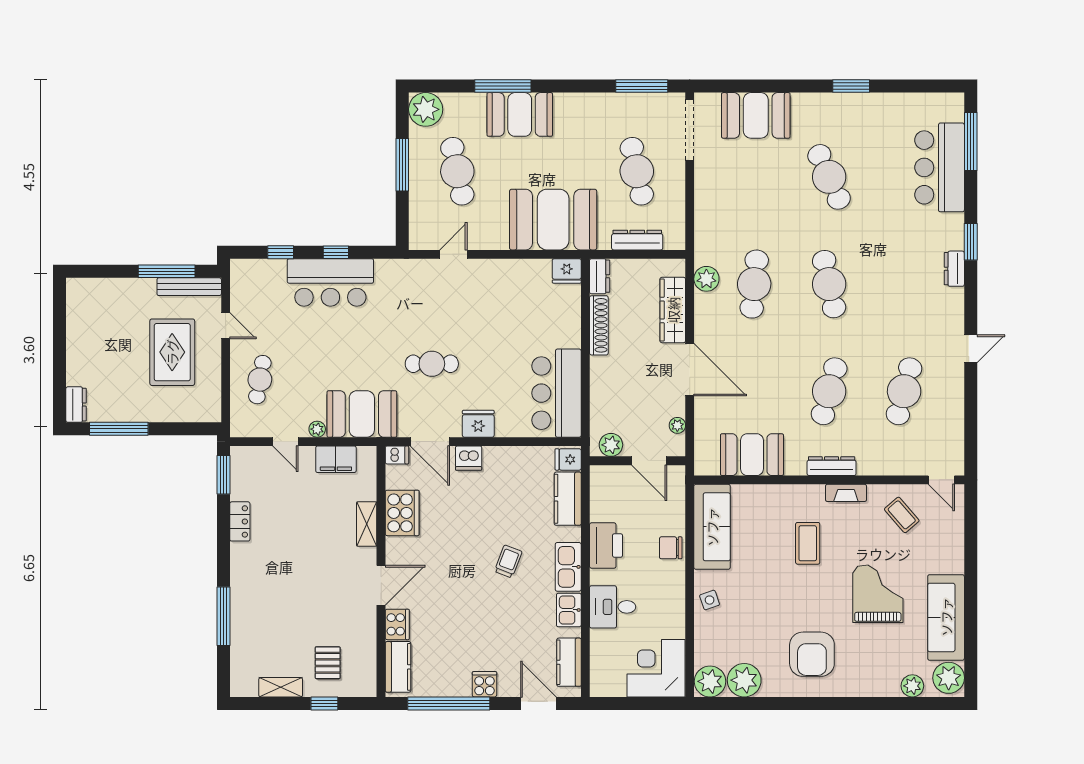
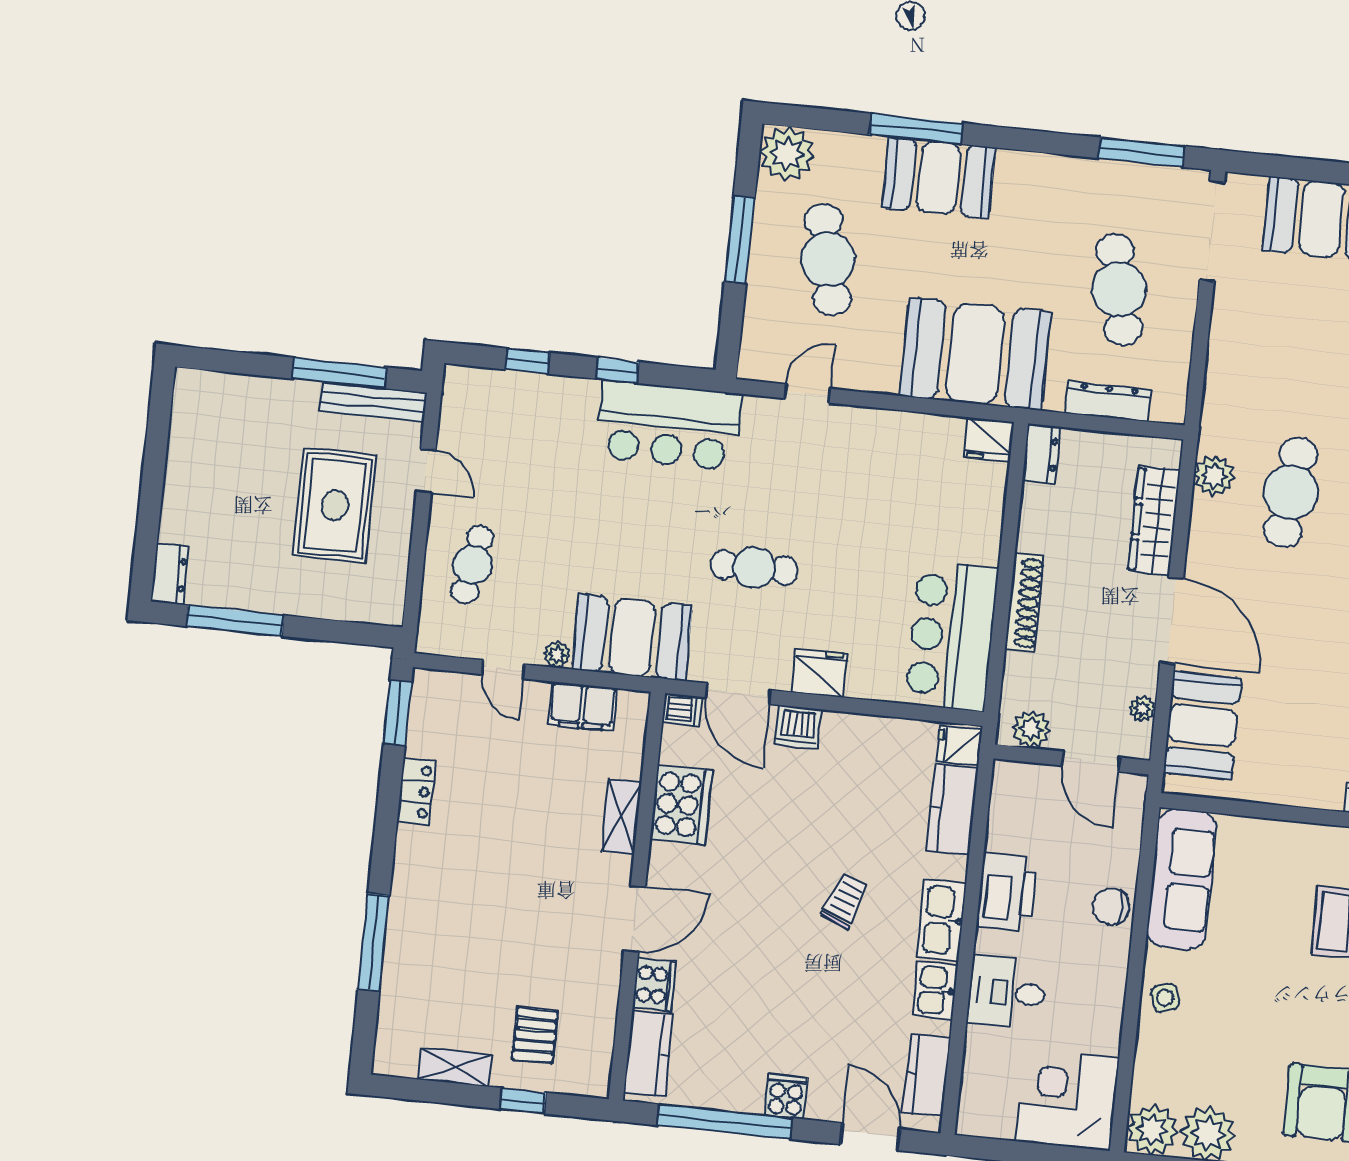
bar counter: (330, 282) -> (669, 425), moved
shoe rack: (599, 325) -> (1024, 603), moved
booth: (752, 455) -> (1202, 726), moved, turned 90

